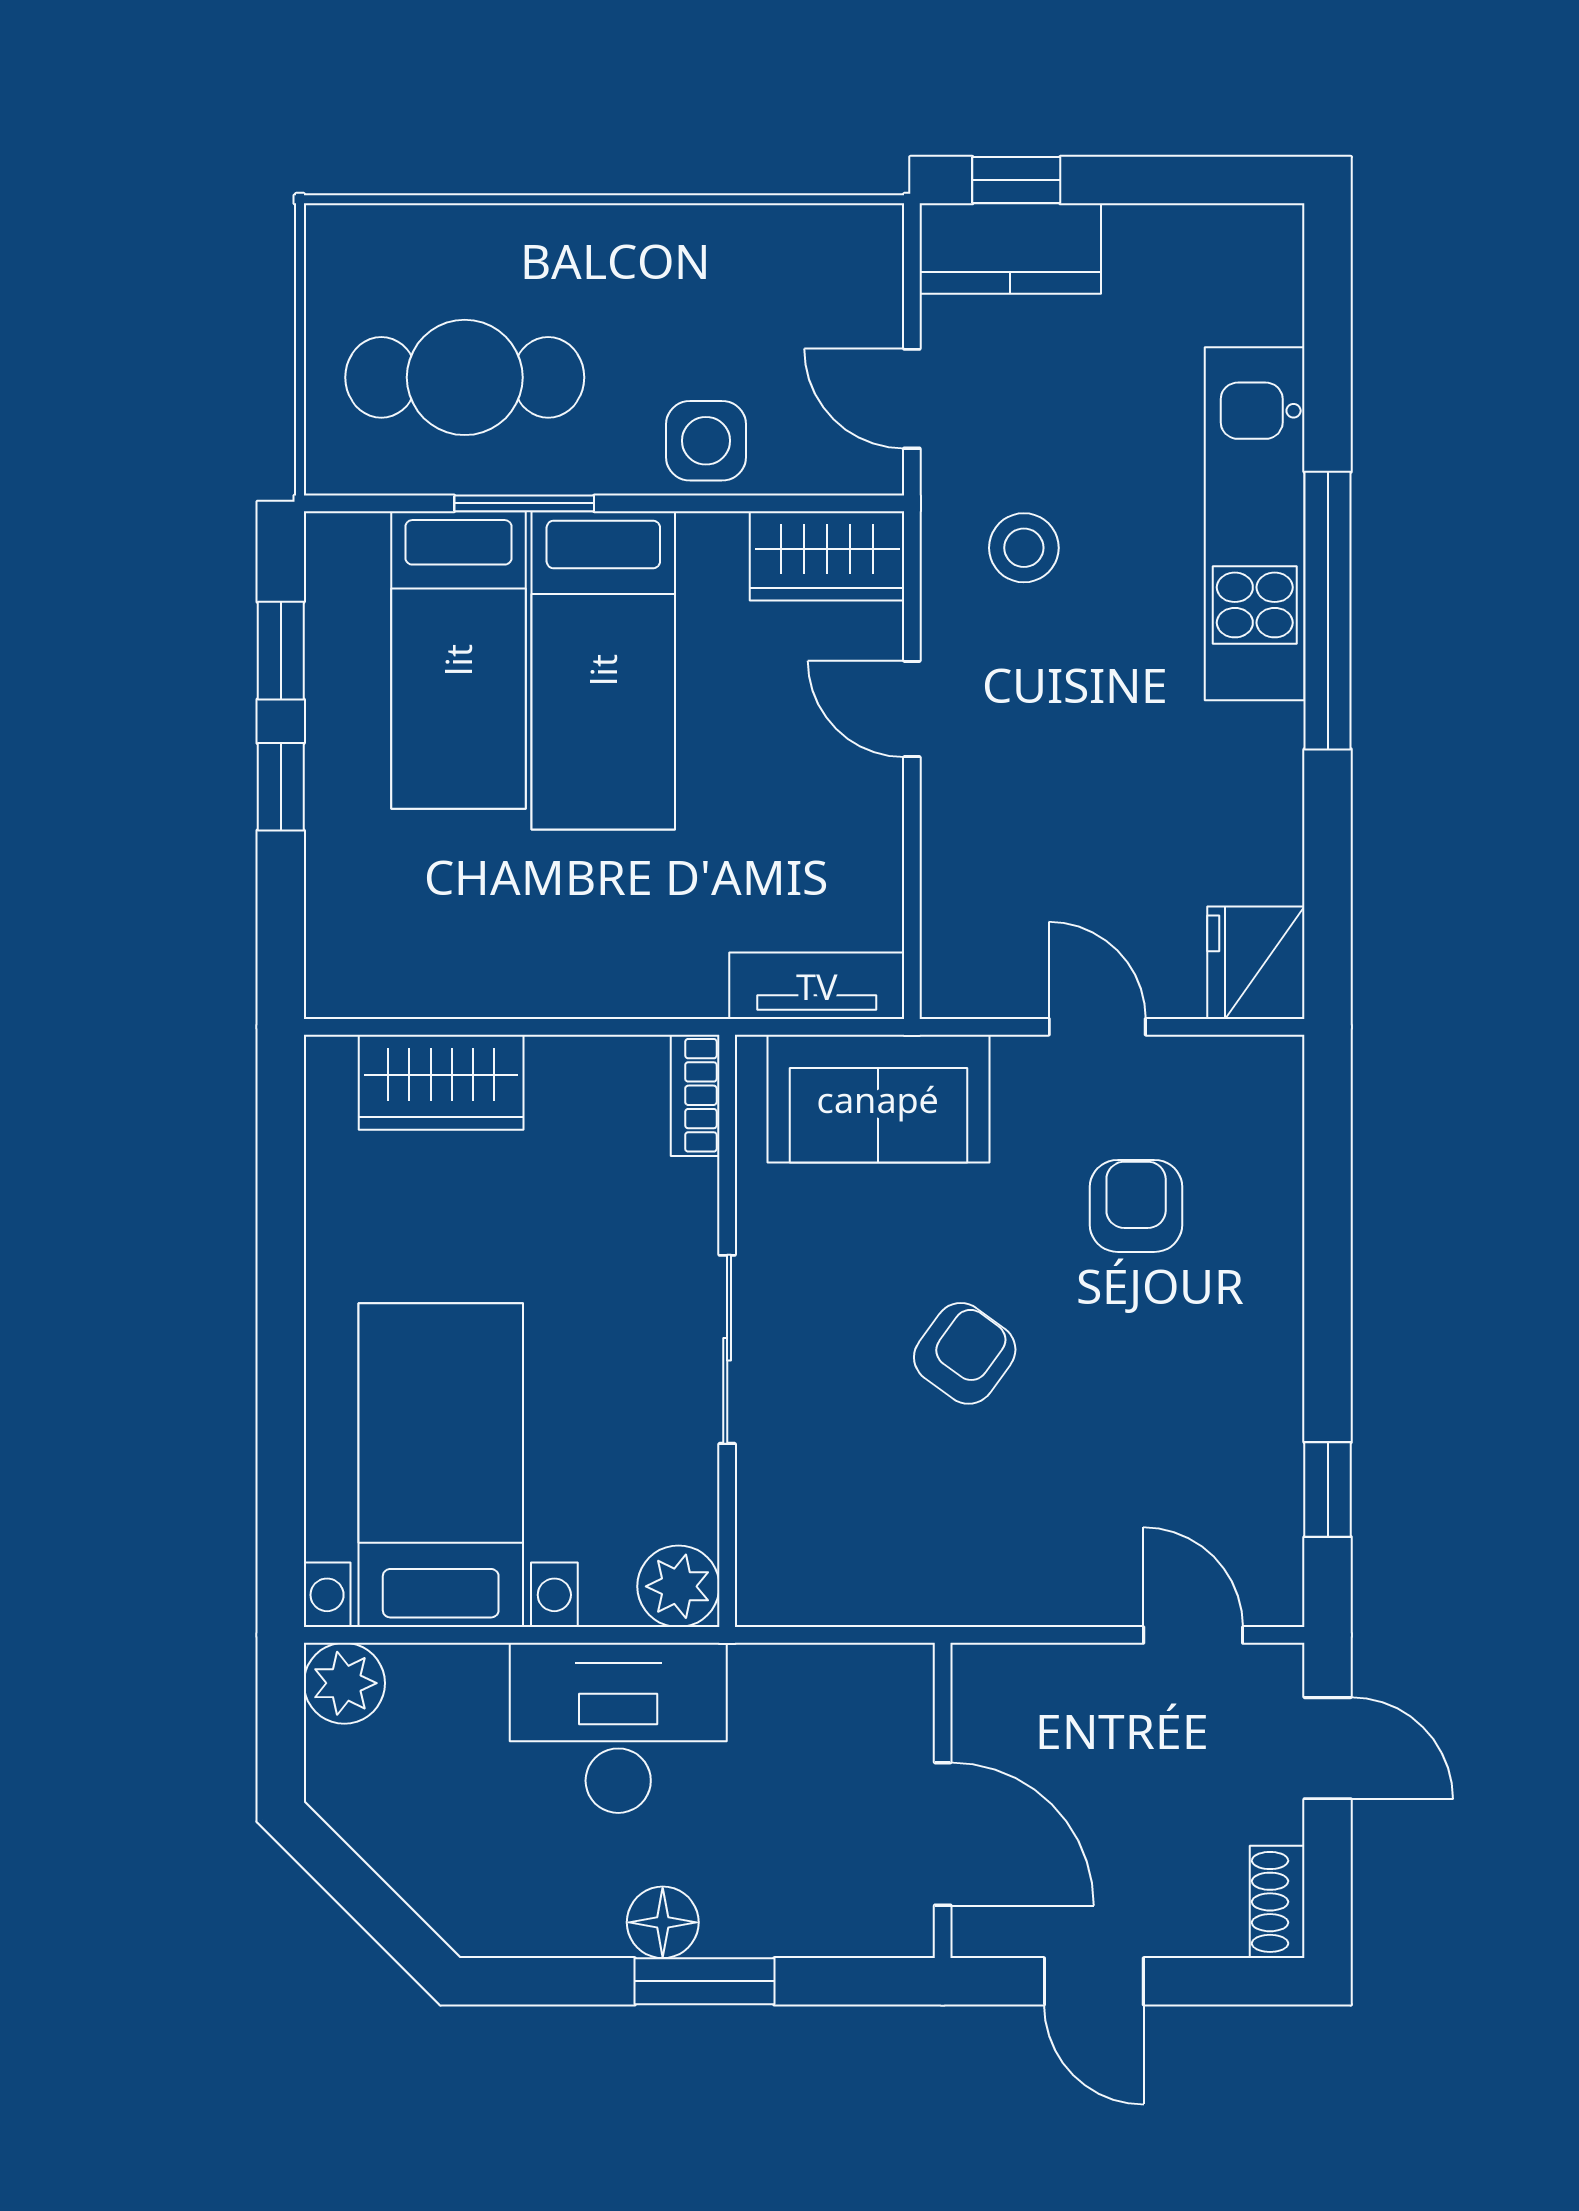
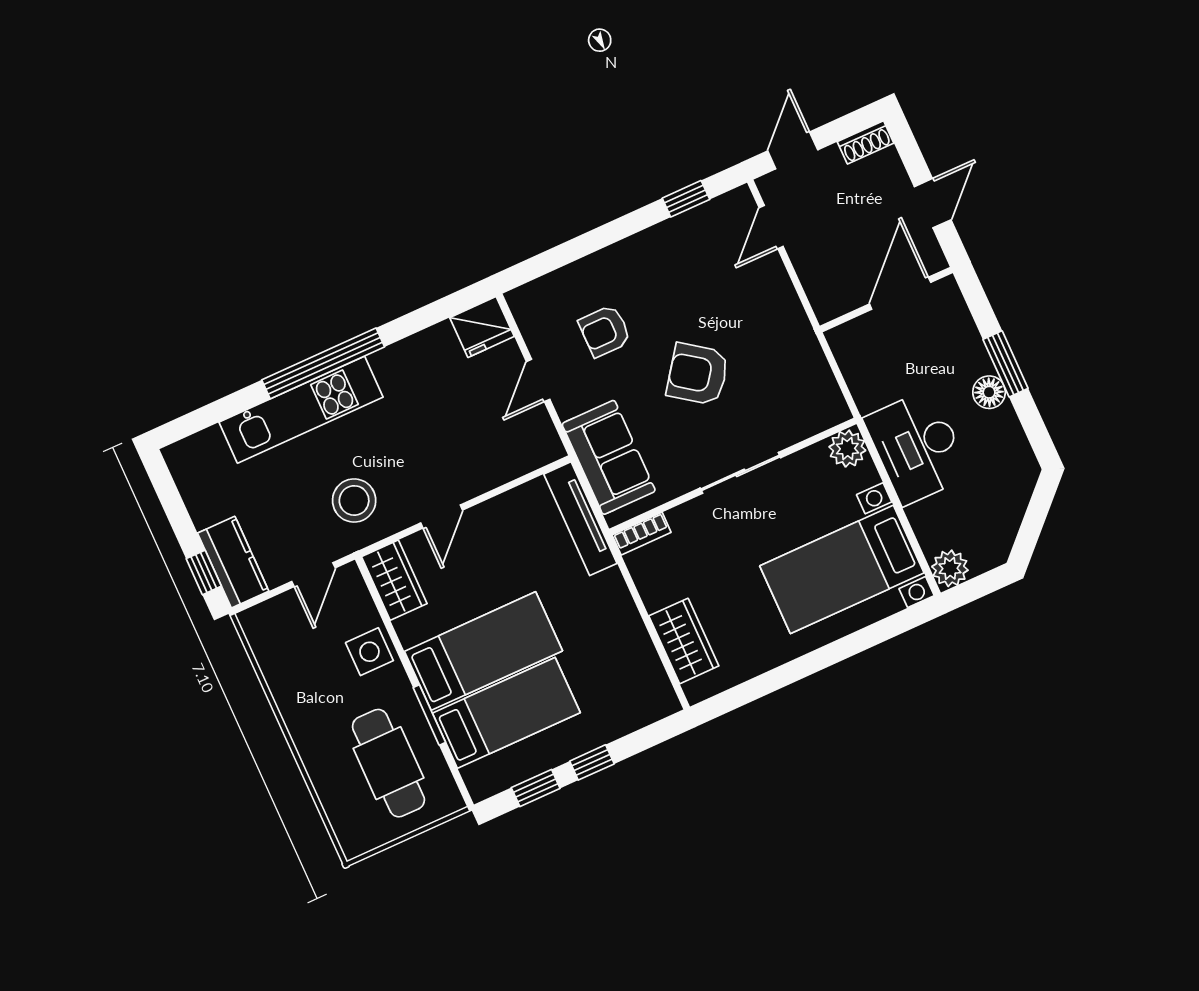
stool: (1024, 548) -> (354, 500), width x1.38, depth x1.38
tv unit: (817, 986) -> (580, 519), width x1.41
armchair: (965, 1353) -> (698, 374), width x1.38, depth x1.38

